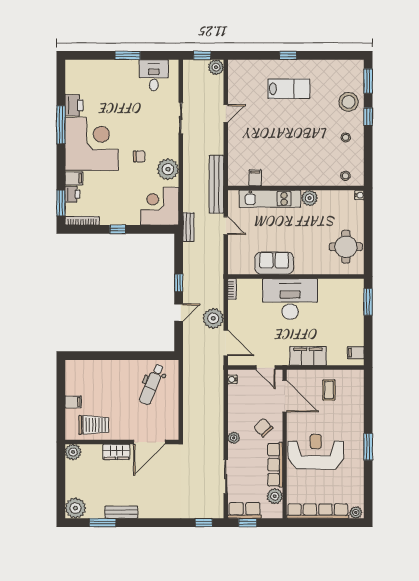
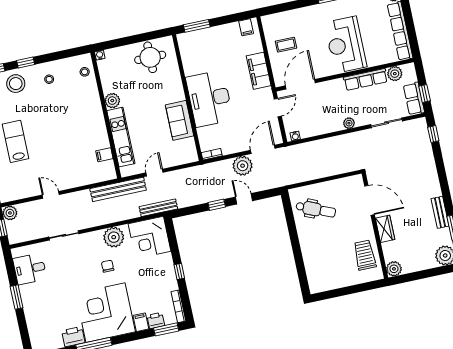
bench: (188, 227) -> (158, 208), width x1.36
filing cabinet: (73, 402) -> (348, 279), removed
chair: (263, 428) -> (334, 98), removed

